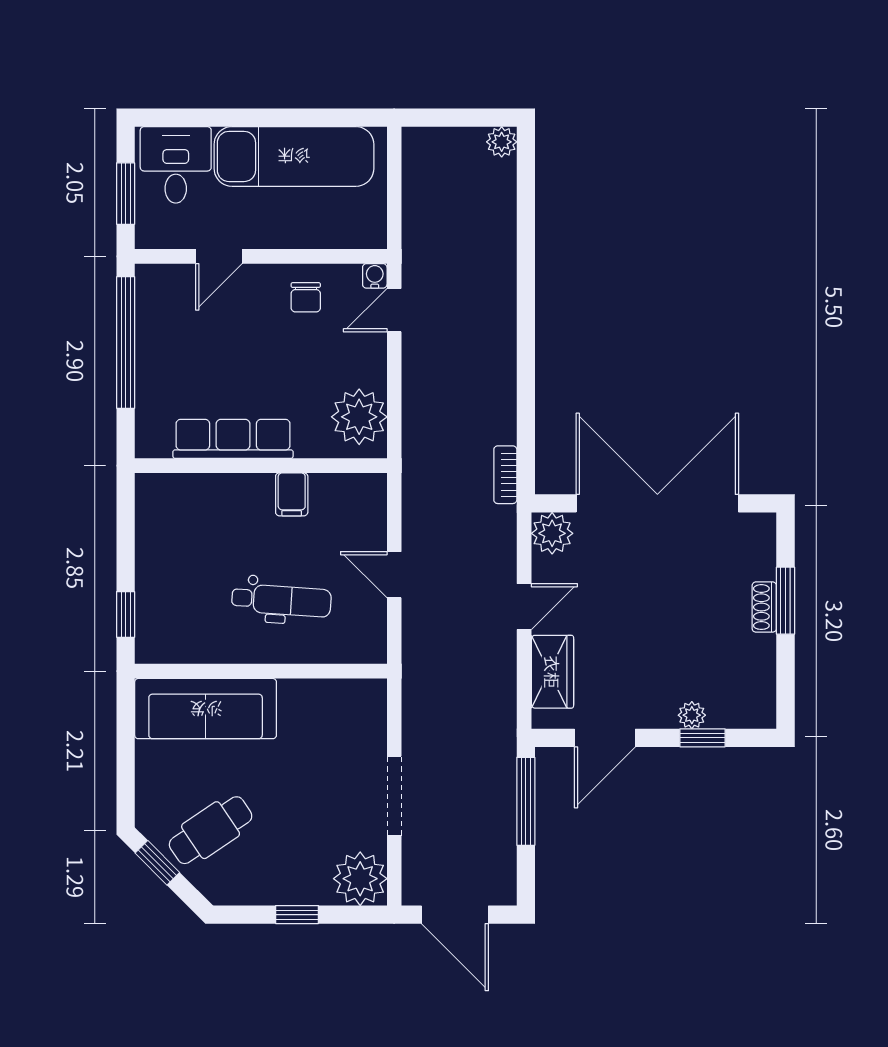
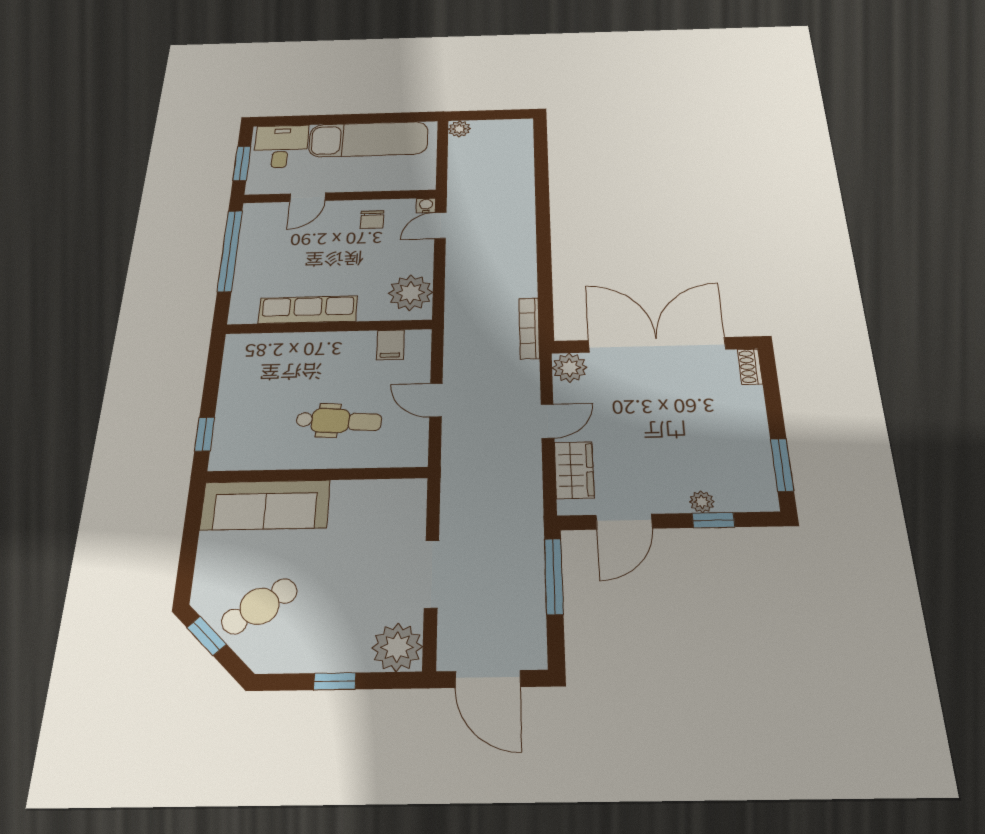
plant: (502, 142) -> (459, 129), moved
bookcase: (505, 475) -> (529, 328), width x1.56
filing cabinet: (292, 494) -> (390, 345), moved
window: (786, 601) -> (782, 465), moved
shoe rack: (764, 607) -> (750, 367), moved

